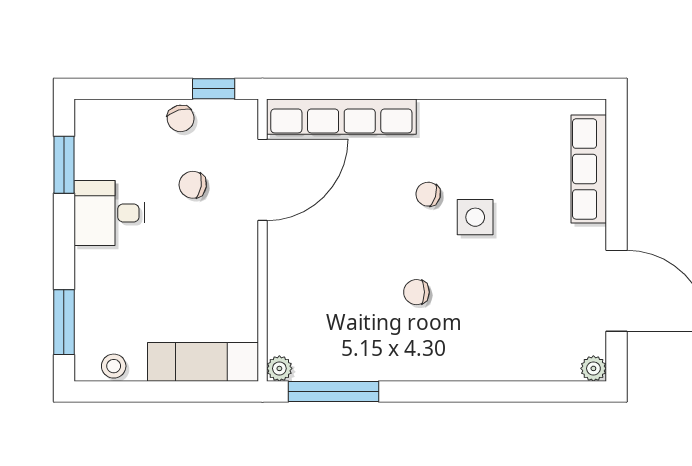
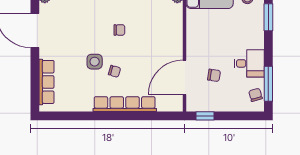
row of seats: (341, 117) -> (125, 104), moved
chair: (181, 118) -> (255, 95), moved
window: (64, 165) -> (268, 84), width x1.44

